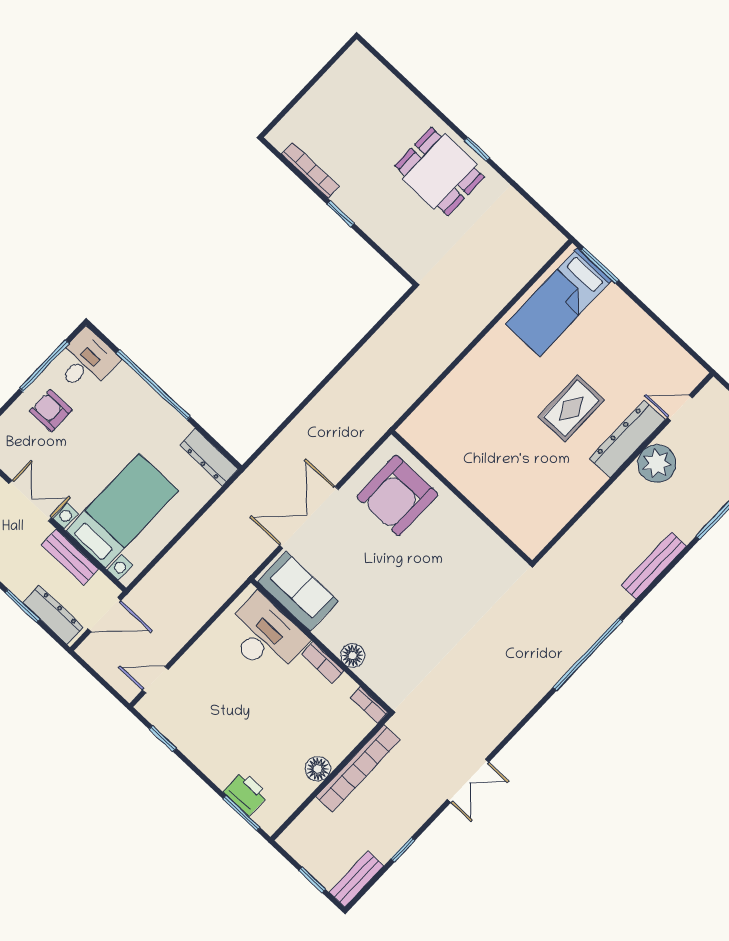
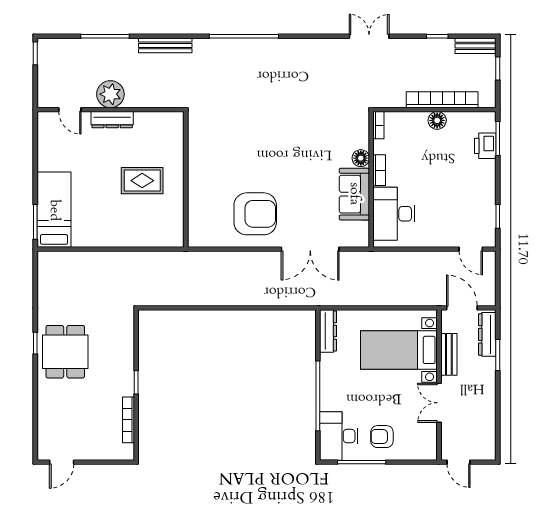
door: (331, 62) -> (62, 462), added
bed: (559, 302) -> (54, 210), moved, turned -90
desk: (86, 361) -> (339, 436), width x1.37
rug: (571, 408) -> (142, 181), moved
armchair: (51, 411) -> (382, 437), turned 90
dresser: (627, 439) -> (112, 120), width x0.73, depth x0.80
wall: (462, 497) -> (186, 179), moved
sofa: (298, 592) -> (354, 194), moved
bookcase: (358, 768) -> (442, 100), moved

